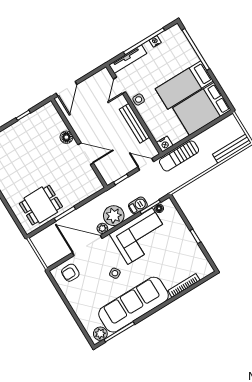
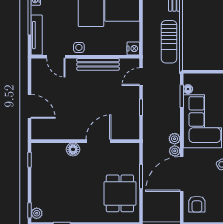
floor lamp: (66, 137) -> (73, 149), moved
wall: (79, 143) -> (85, 141), moved
door: (86, 154) -> (98, 141), moved
sun lounger: (179, 156) -> (169, 42), moved
barbecue: (138, 205) -> (174, 106), removed
plant: (114, 216) -> (175, 139), width x0.53, depth x0.53

